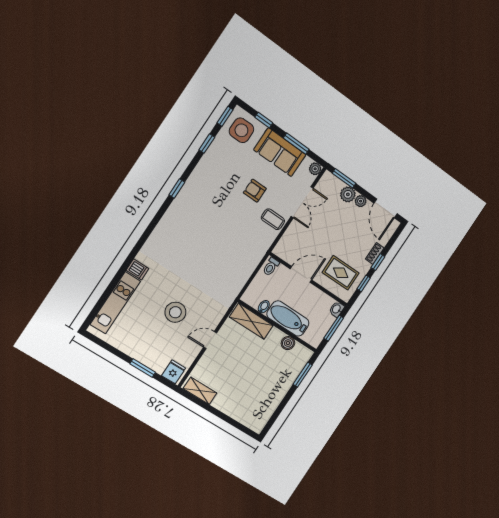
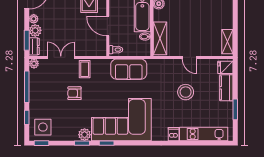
window: (207, 143) -> (82, 143), moved
window: (296, 144) -> (27, 87), width x1.44
sofa: (280, 152) -> (129, 69), moved, turned 90
plant: (203, 171) -> (85, 135), added
dresser: (333, 182) -> (34, 46), added
armchair: (255, 191) -> (74, 93), turned 90
corner sofa: (192, 222) -> (121, 120), added
kitchen counter: (151, 359) -> (226, 88), added
window: (143, 368) -> (235, 109), moved

